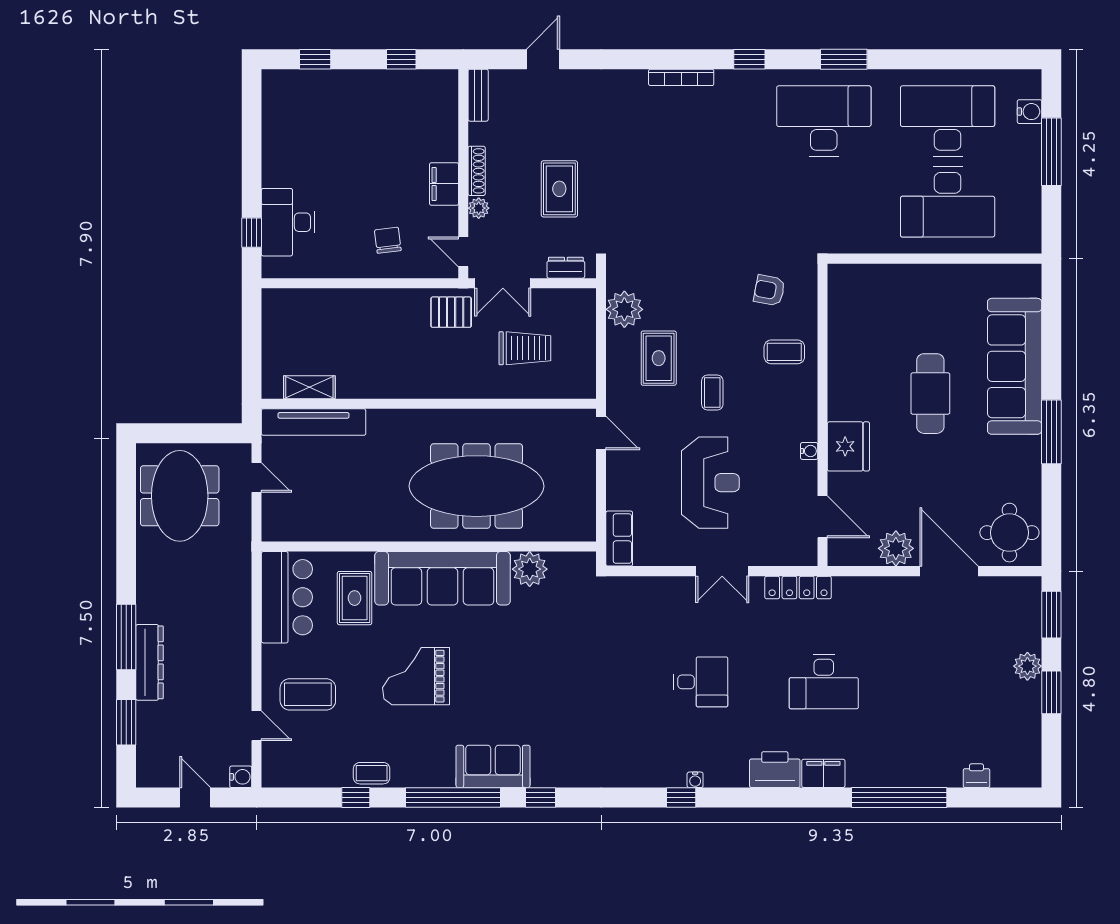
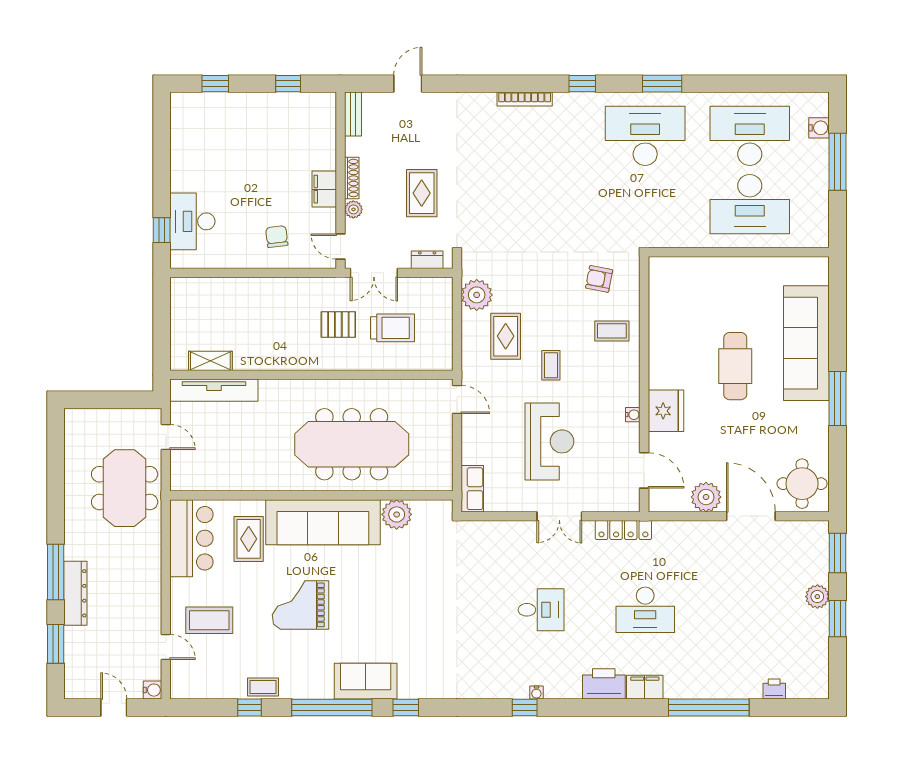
pallet: (451, 312) -> (338, 325), moved
meeting table: (180, 496) -> (125, 488), moved

